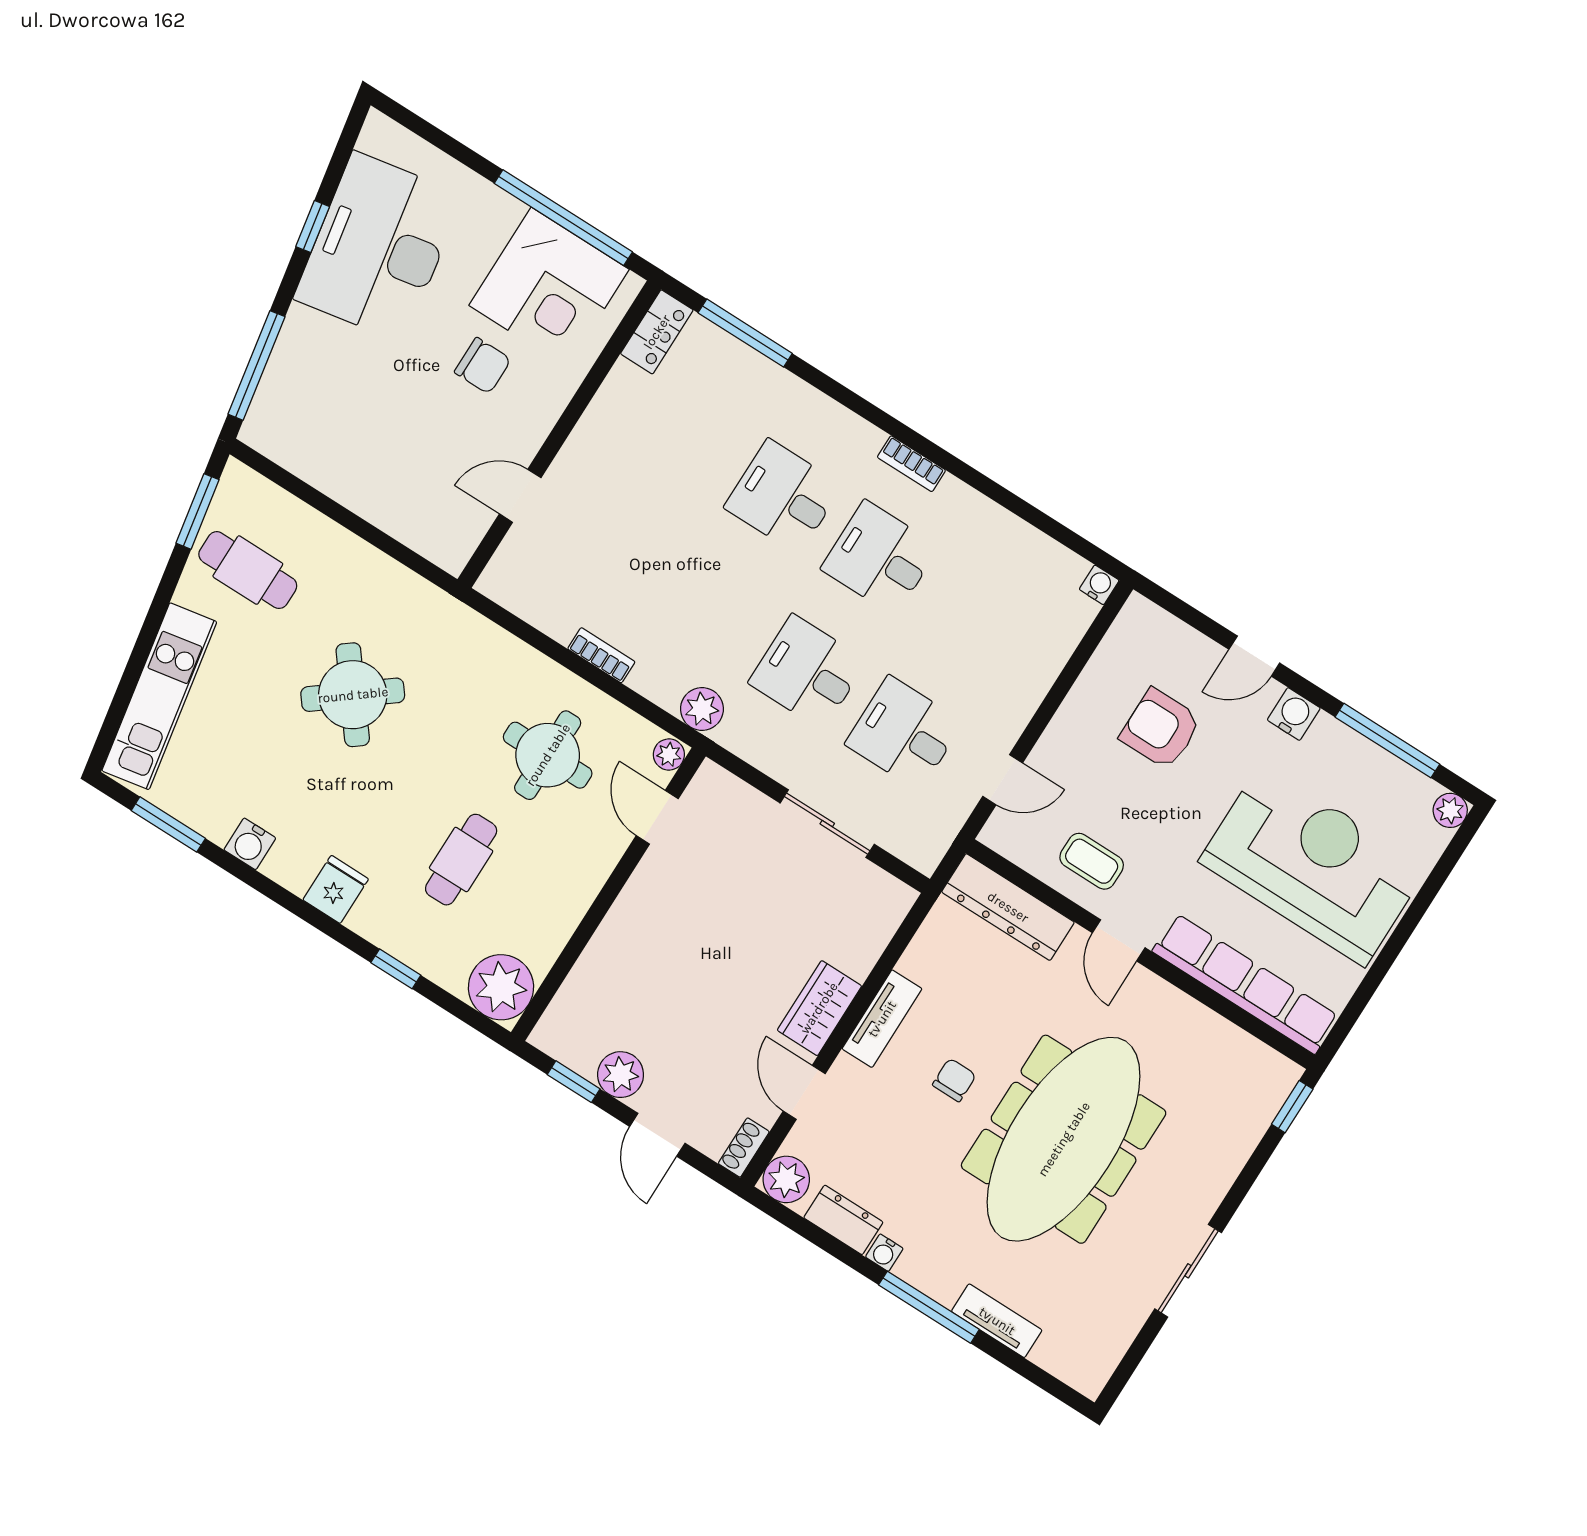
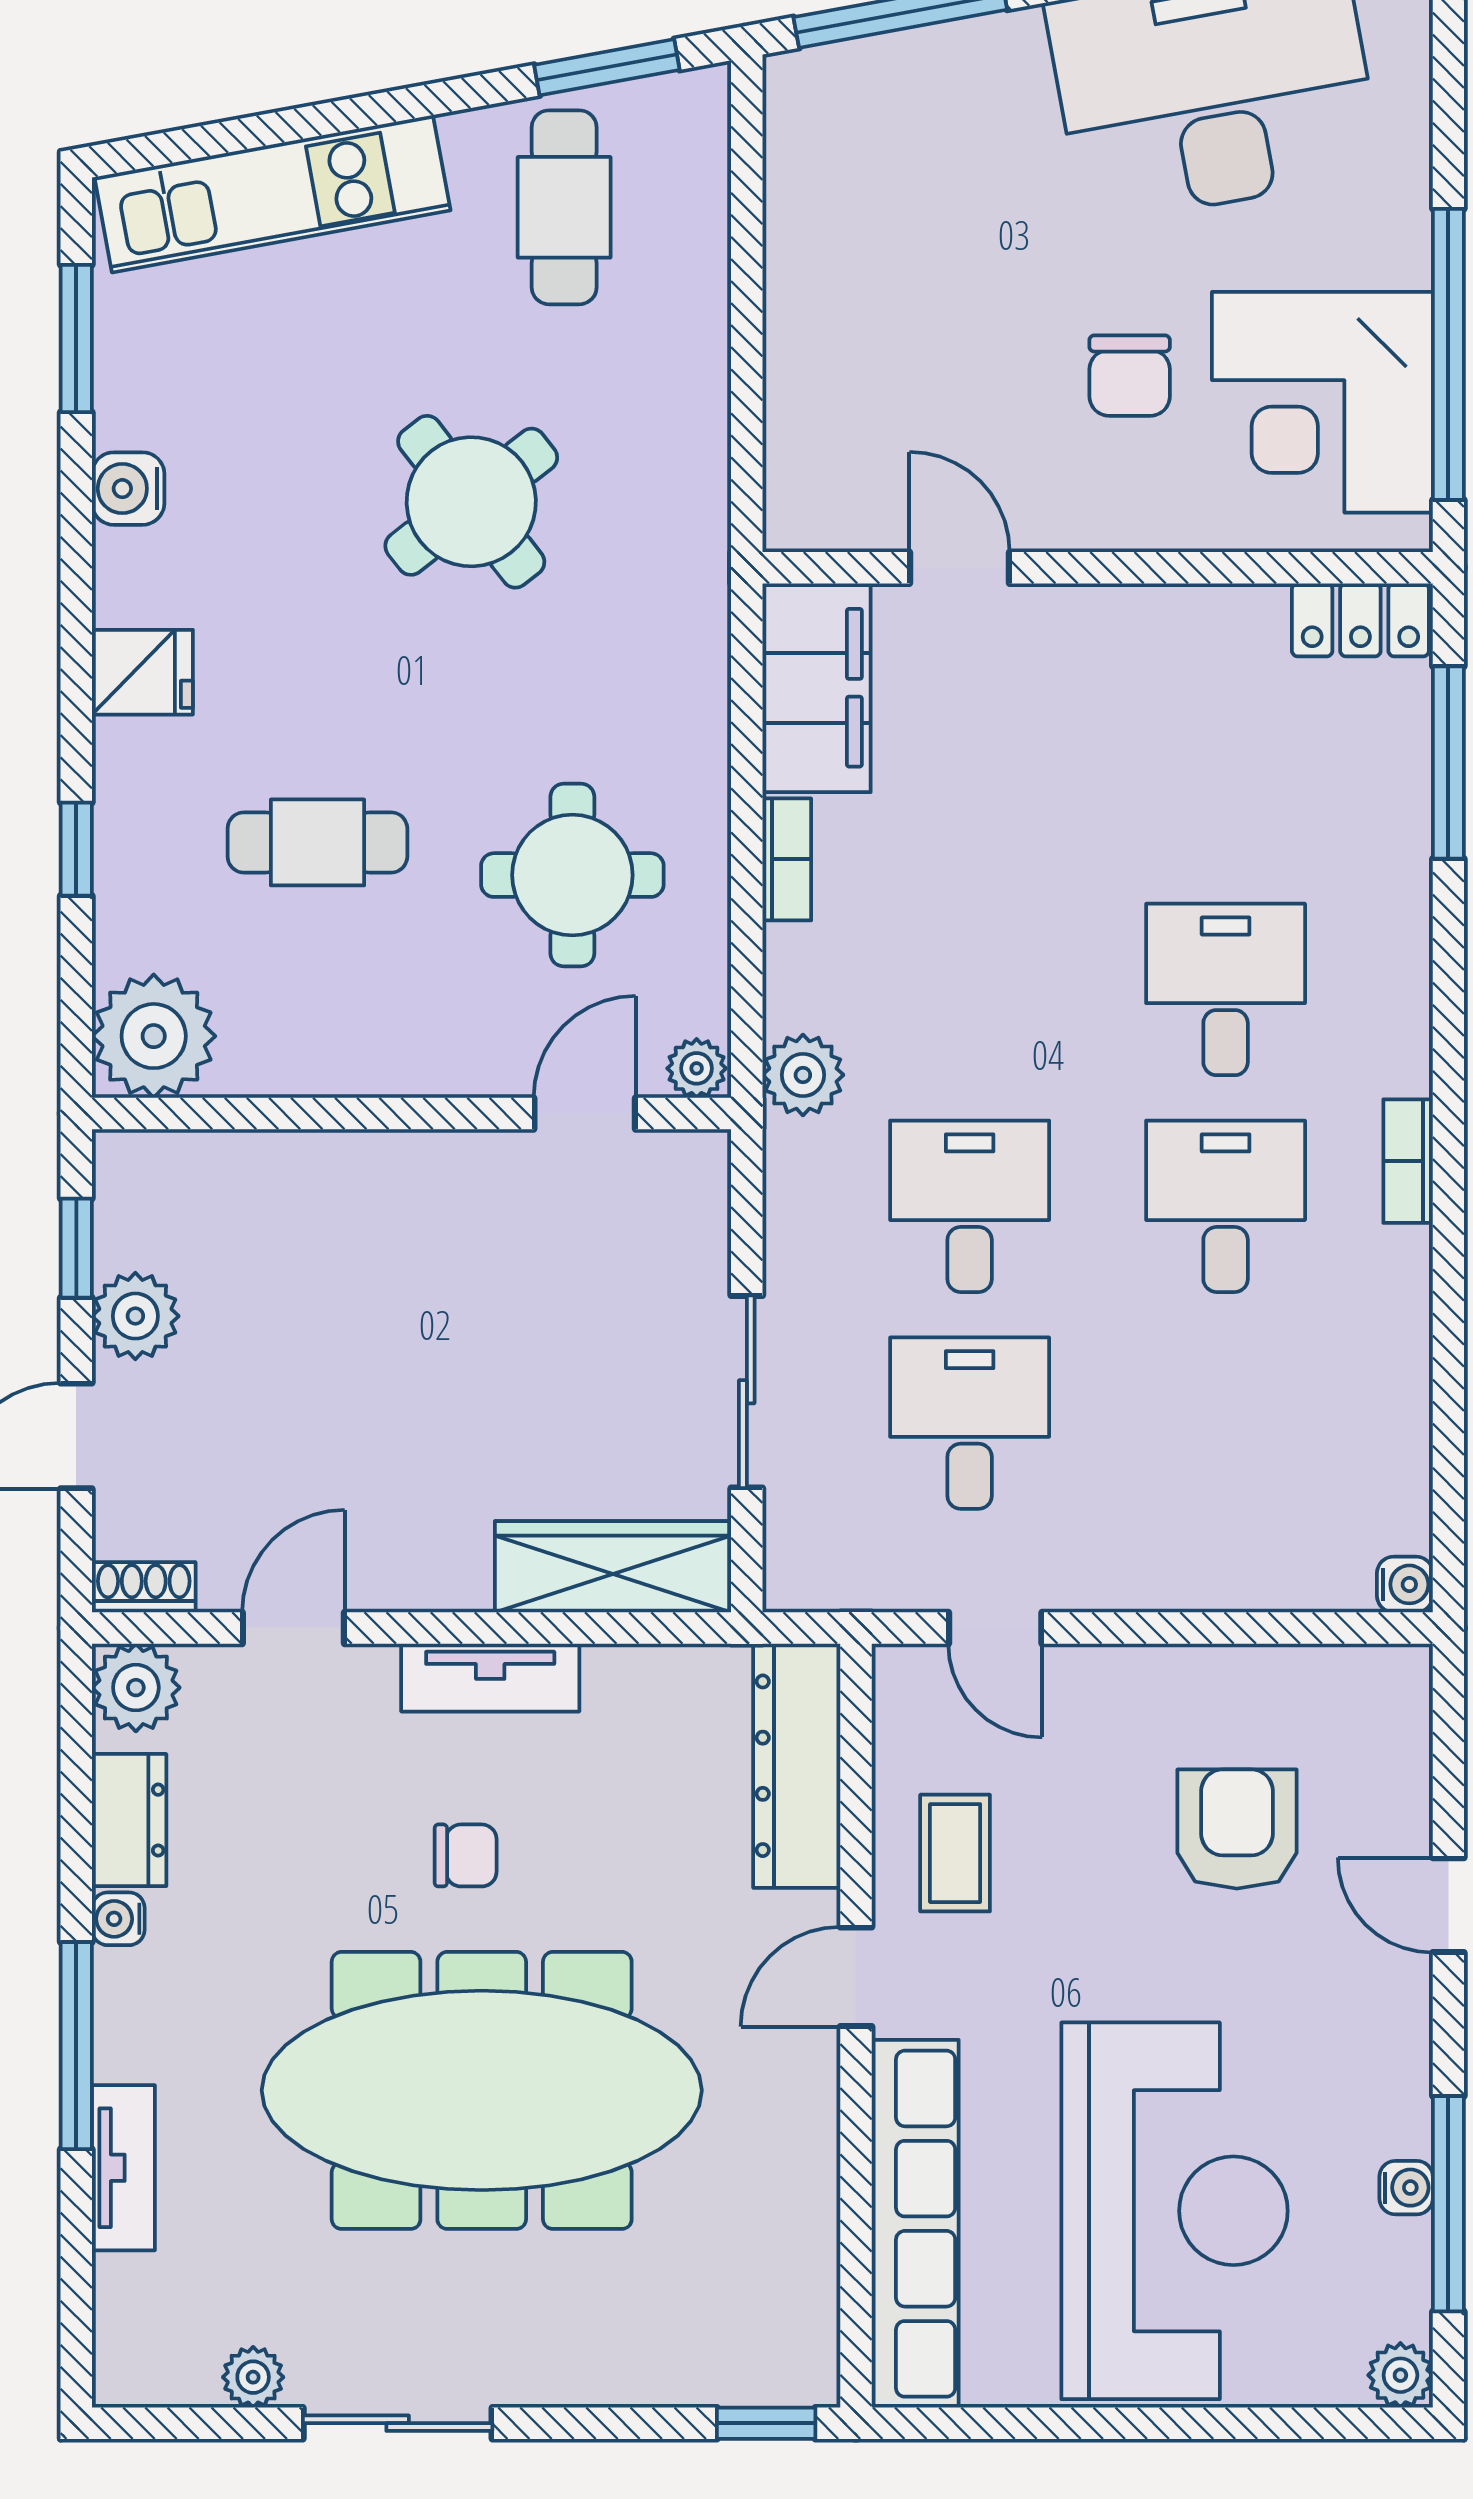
filing cabinet: (533, 593) -> (816, 688), added
water cooler: (1294, 714) -> (1406, 2188), moved, width x0.72, depth x0.72
wardrobe: (819, 1008) -> (613, 1567), moved, width x1.50
plant: (1127, 1322) -> (253, 2377), added

